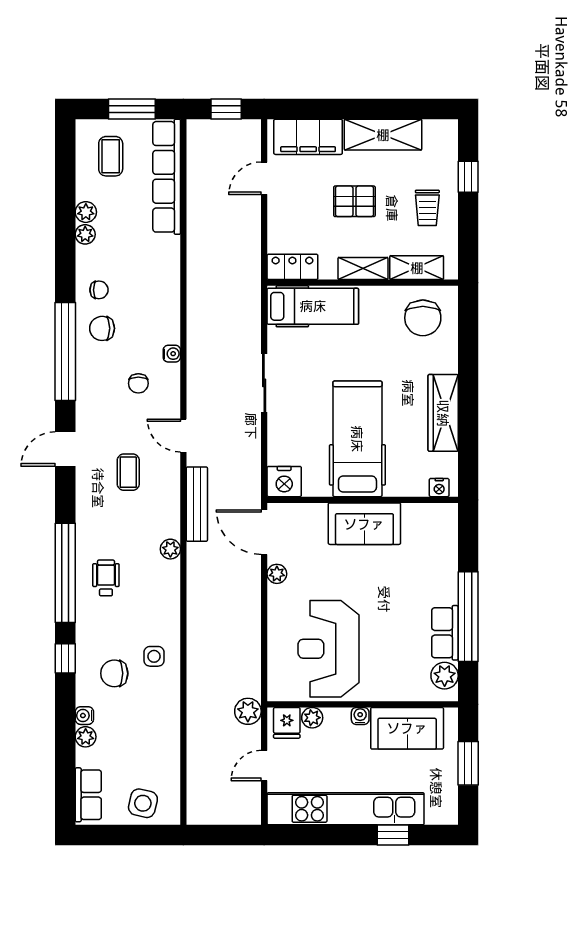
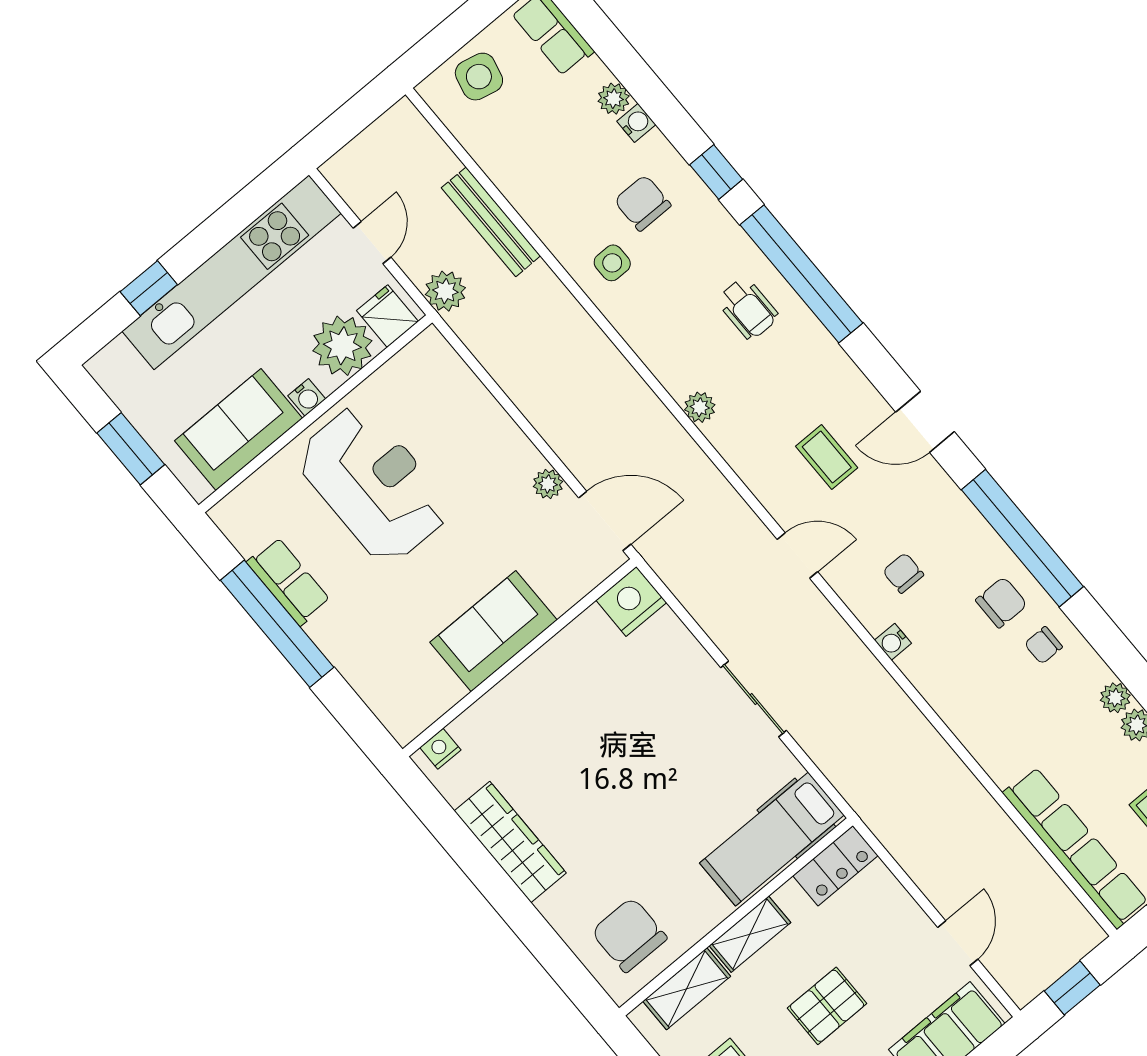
hospital bed: (357, 439) -> (586, 725), removed
door: (65, 449) -> (925, 422), swing flipped
bench: (197, 504) -> (491, 222), moved
reception desk: (328, 649) -> (373, 484), moved
chair: (114, 673) -> (643, 203), turned -90
plant: (445, 676) -> (246, 530), removed
plant: (312, 718) -> (342, 346), width x1.88, depth x1.88

